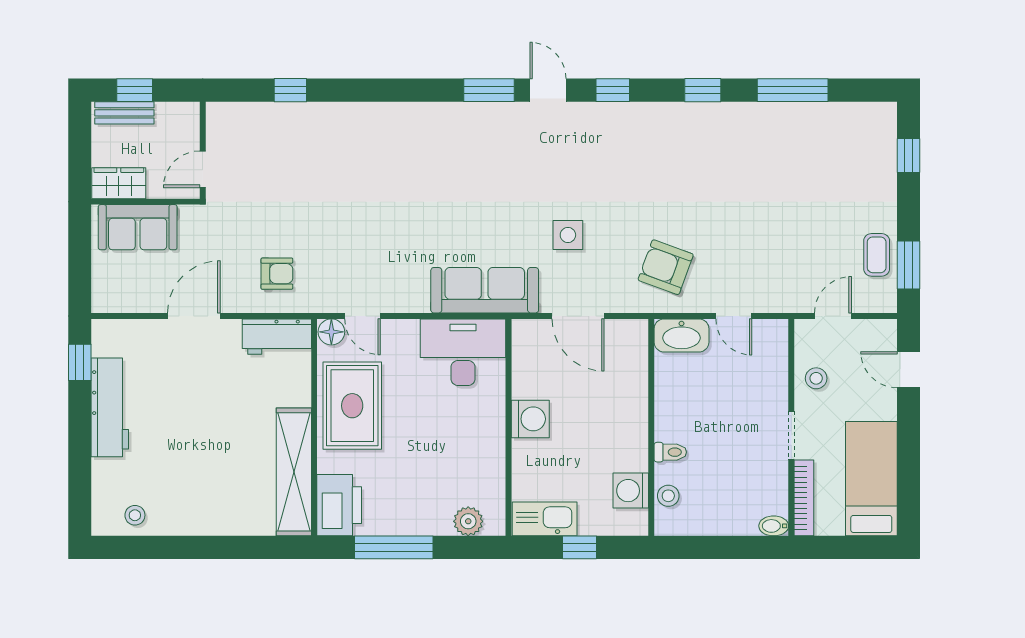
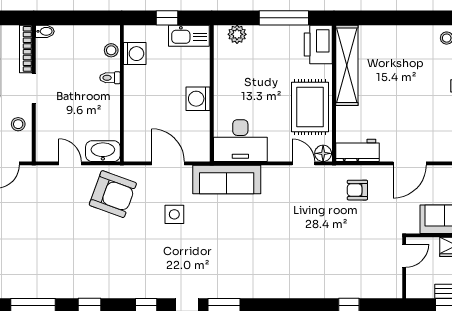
armchair: (666, 267) -> (113, 194), width x1.36, depth x1.36

